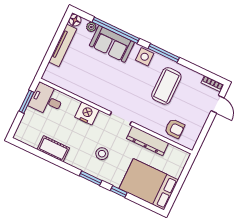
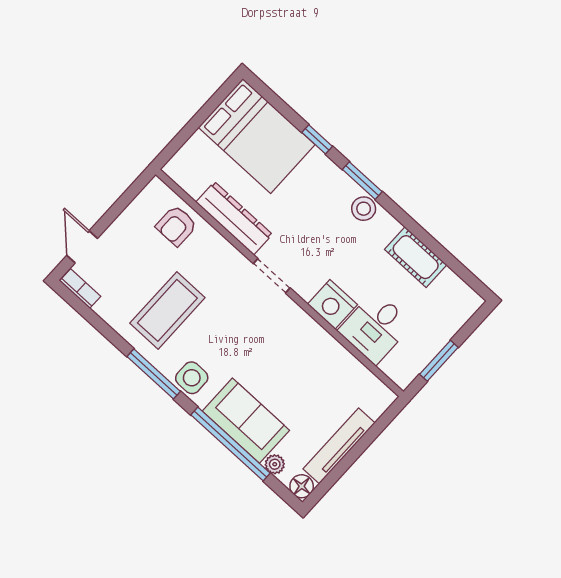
desk: (47, 100) -> (375, 327), moved, turned 90
armchair: (175, 129) -> (176, 226), turned -90
stool: (102, 154) -> (364, 209), moved

